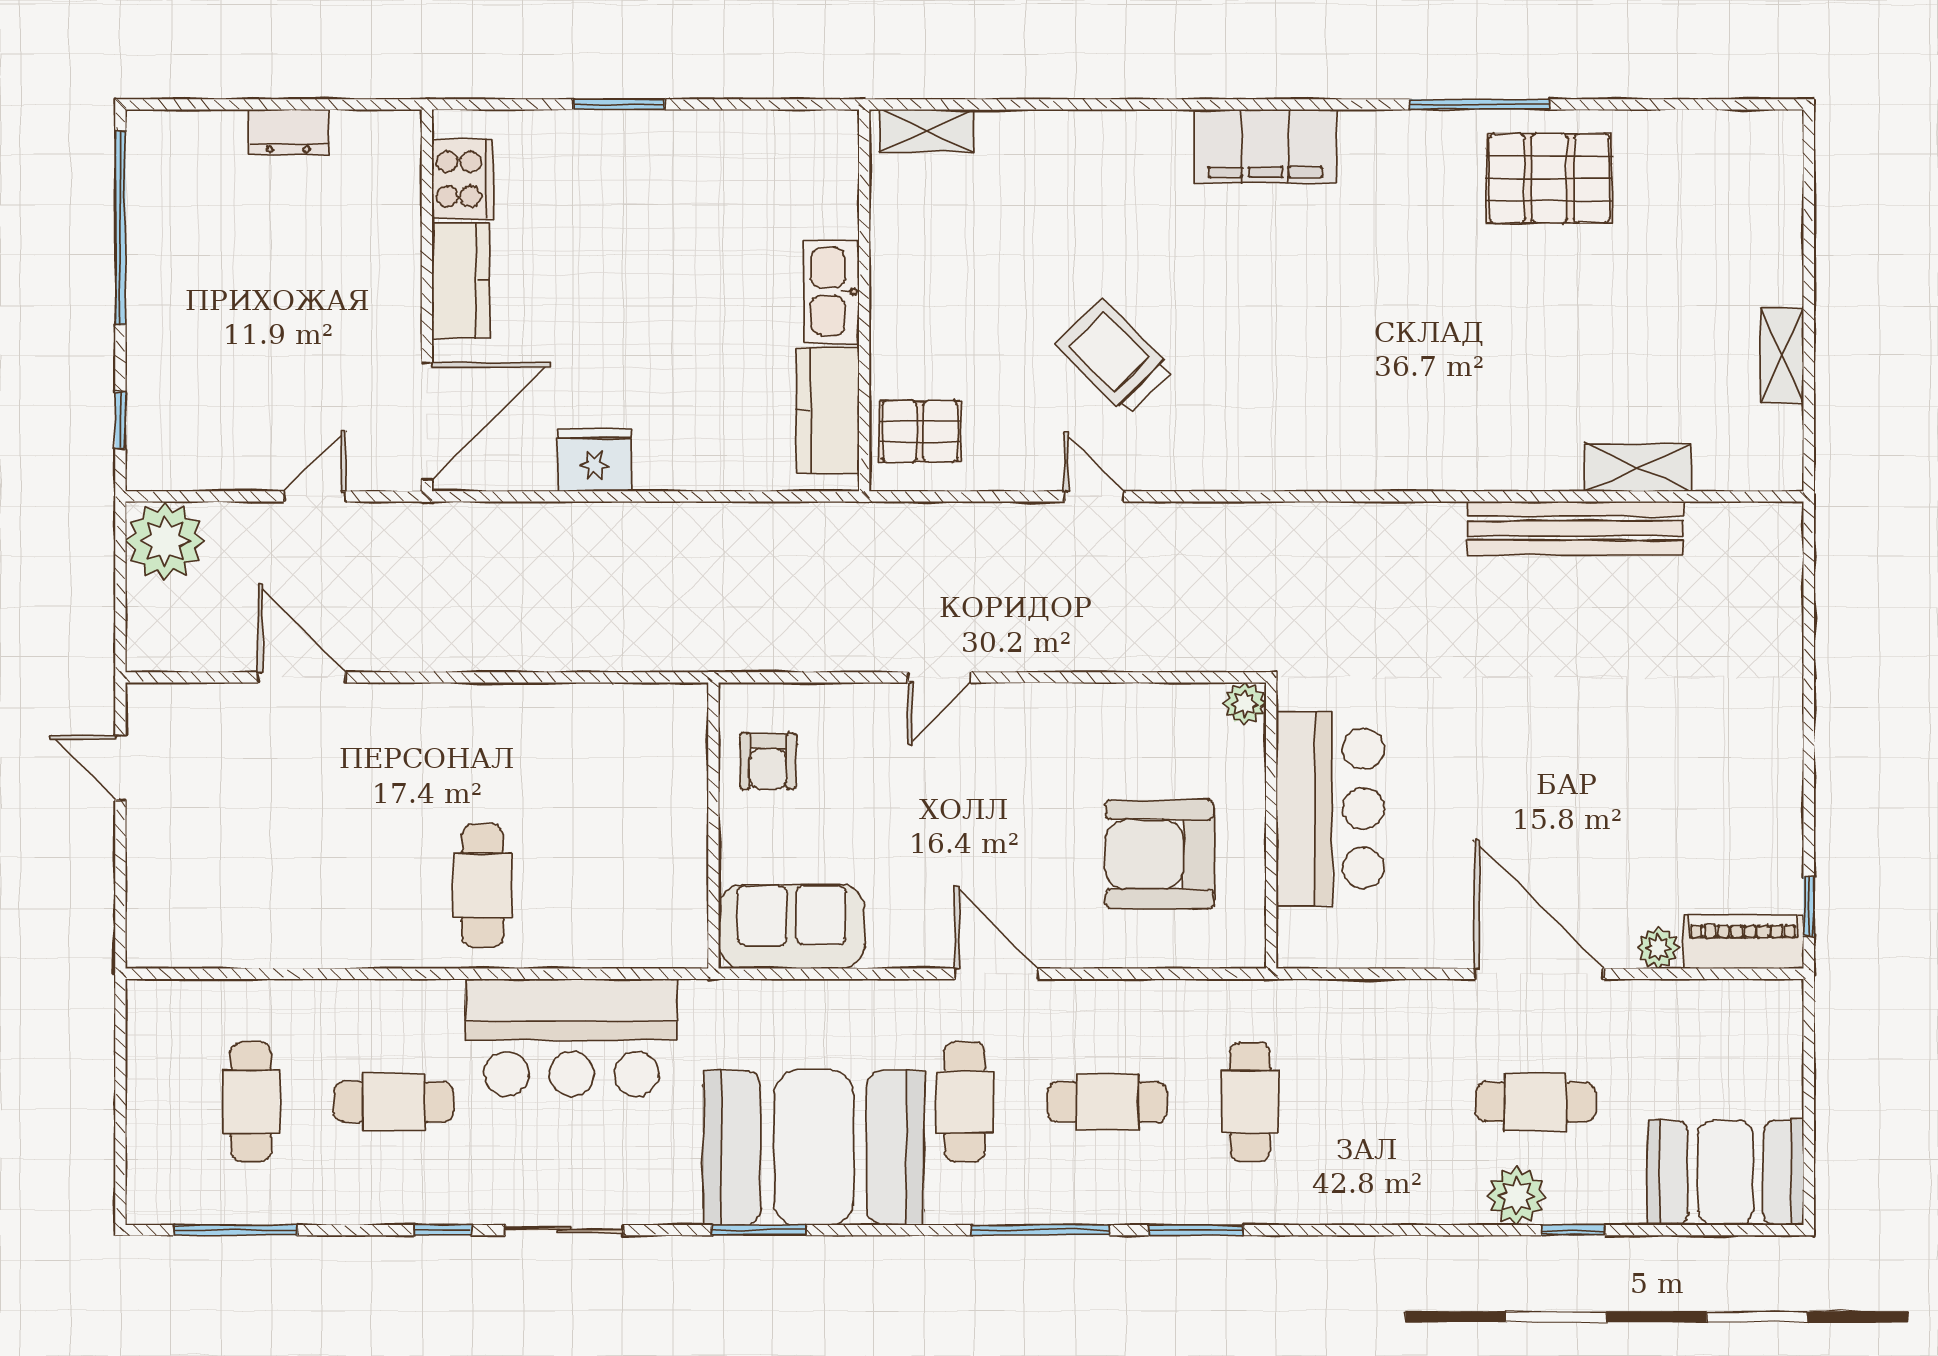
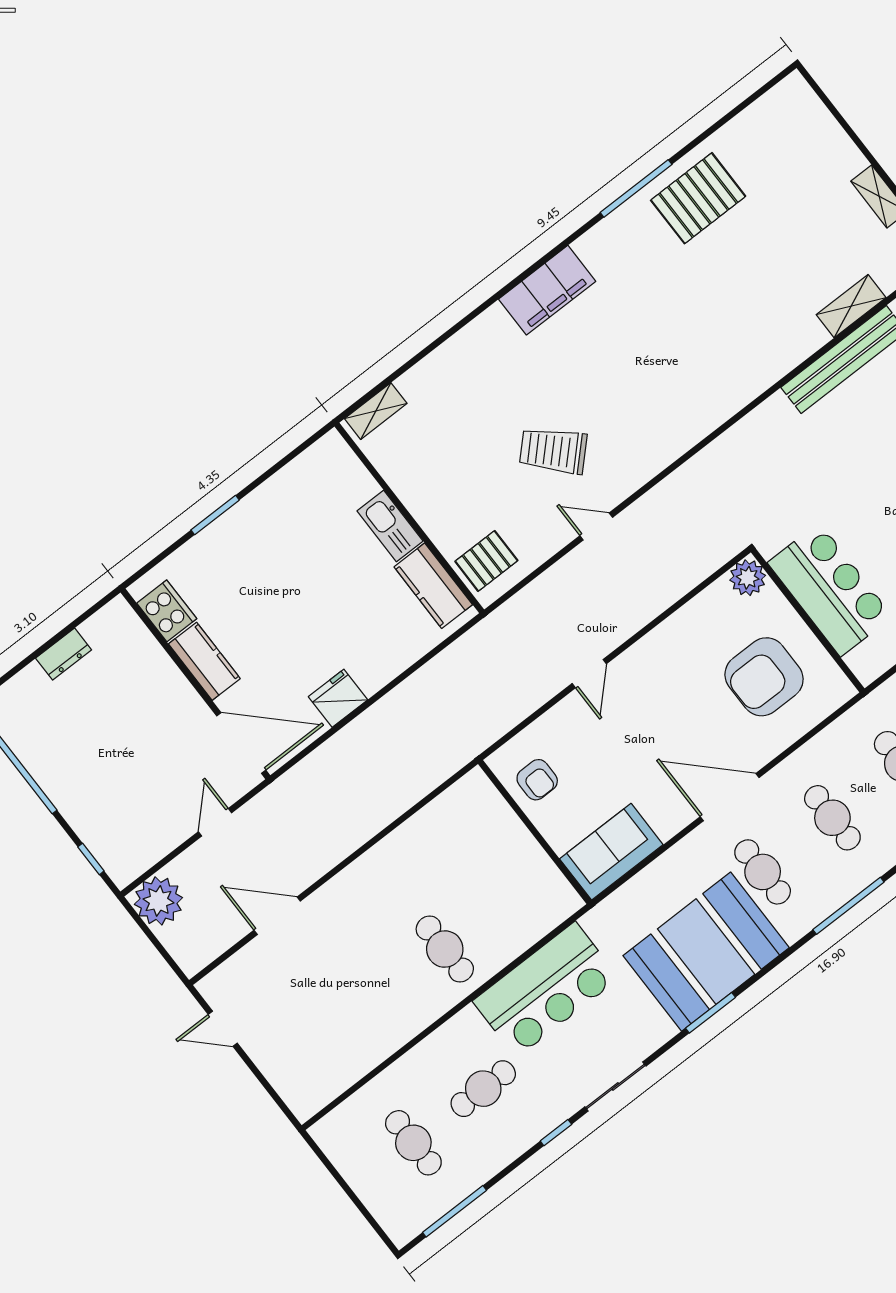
door: (427, 421) -> (241, 743), hinge flipped
plant: (1245, 704) -> (748, 578), width x1.38, depth x1.38
door: (996, 974) -> (730, 797), width x1.36
cafe table: (1107, 1102) -> (832, 818), turned 90

